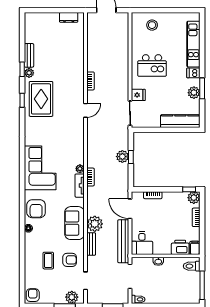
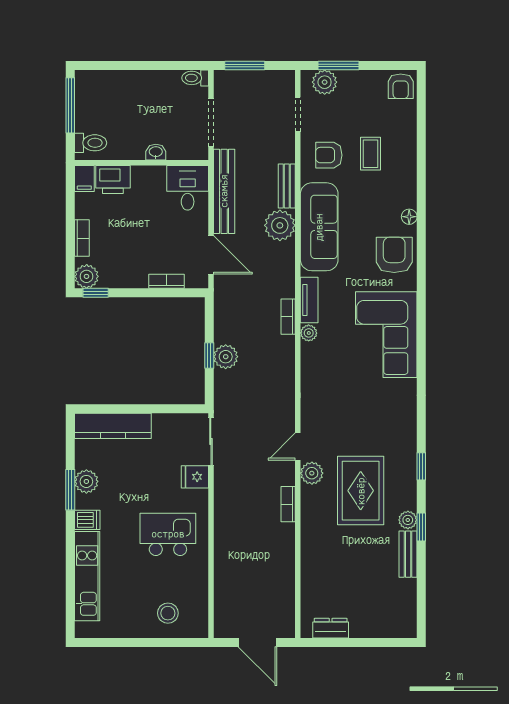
plant: (78, 97) -> (312, 473), added
rug: (41, 99) -> (361, 491), moved
sofa: (75, 223) -> (319, 227), width x1.36

